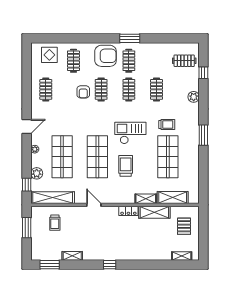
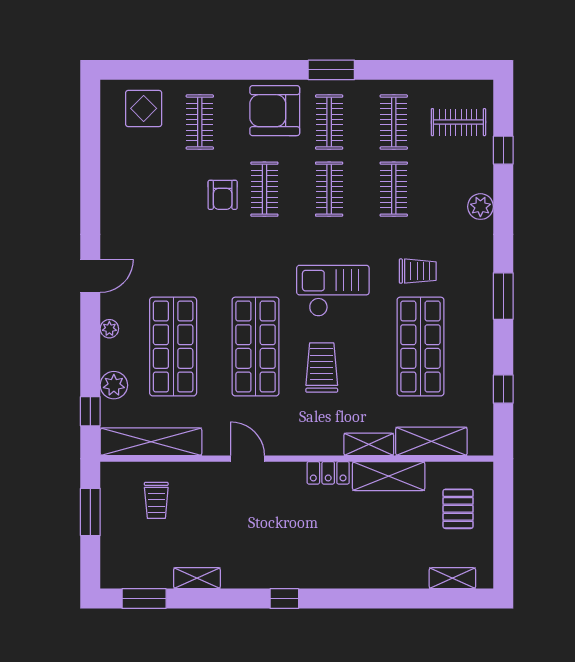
armchair: (106, 56) -> (275, 111), turned 180
clothes rail: (46, 89) -> (394, 122), moved
window: (203, 175) -> (503, 389), added

